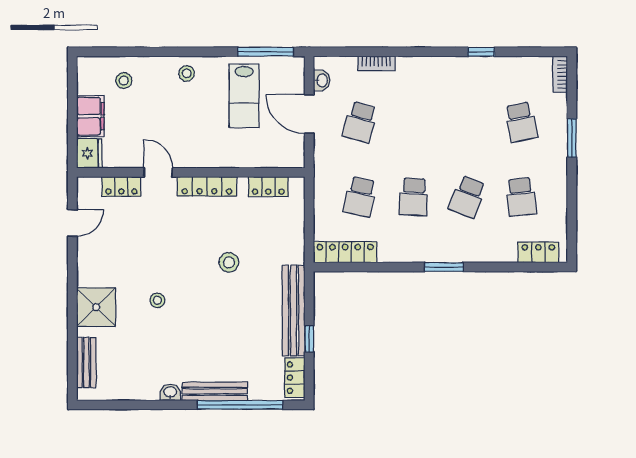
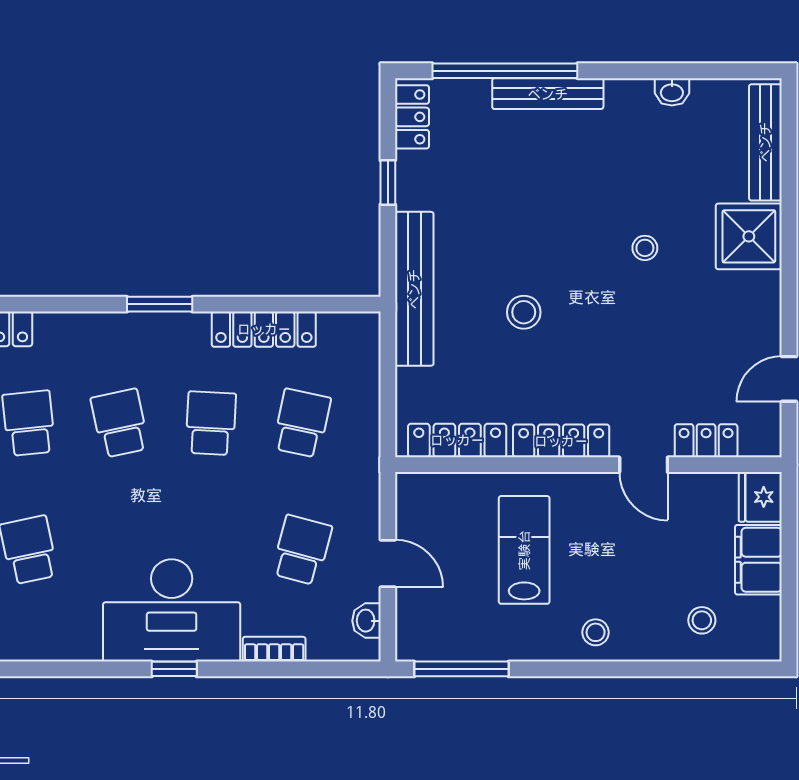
window: (481, 52) -> (174, 669), moved
desk: (437, 86) -> (172, 610), added
lab bench: (244, 96) -> (524, 550), moved
door: (309, 114) -> (388, 563), width x0.73
locker: (268, 187) -> (457, 440), width x1.53
school desk: (467, 197) -> (120, 423), turned -33
locker: (345, 252) -> (264, 329), moved
bench: (294, 311) -> (414, 289), moved
bench: (86, 363) -> (765, 142), width x1.36
washbasin: (170, 392) -> (672, 92), moved

